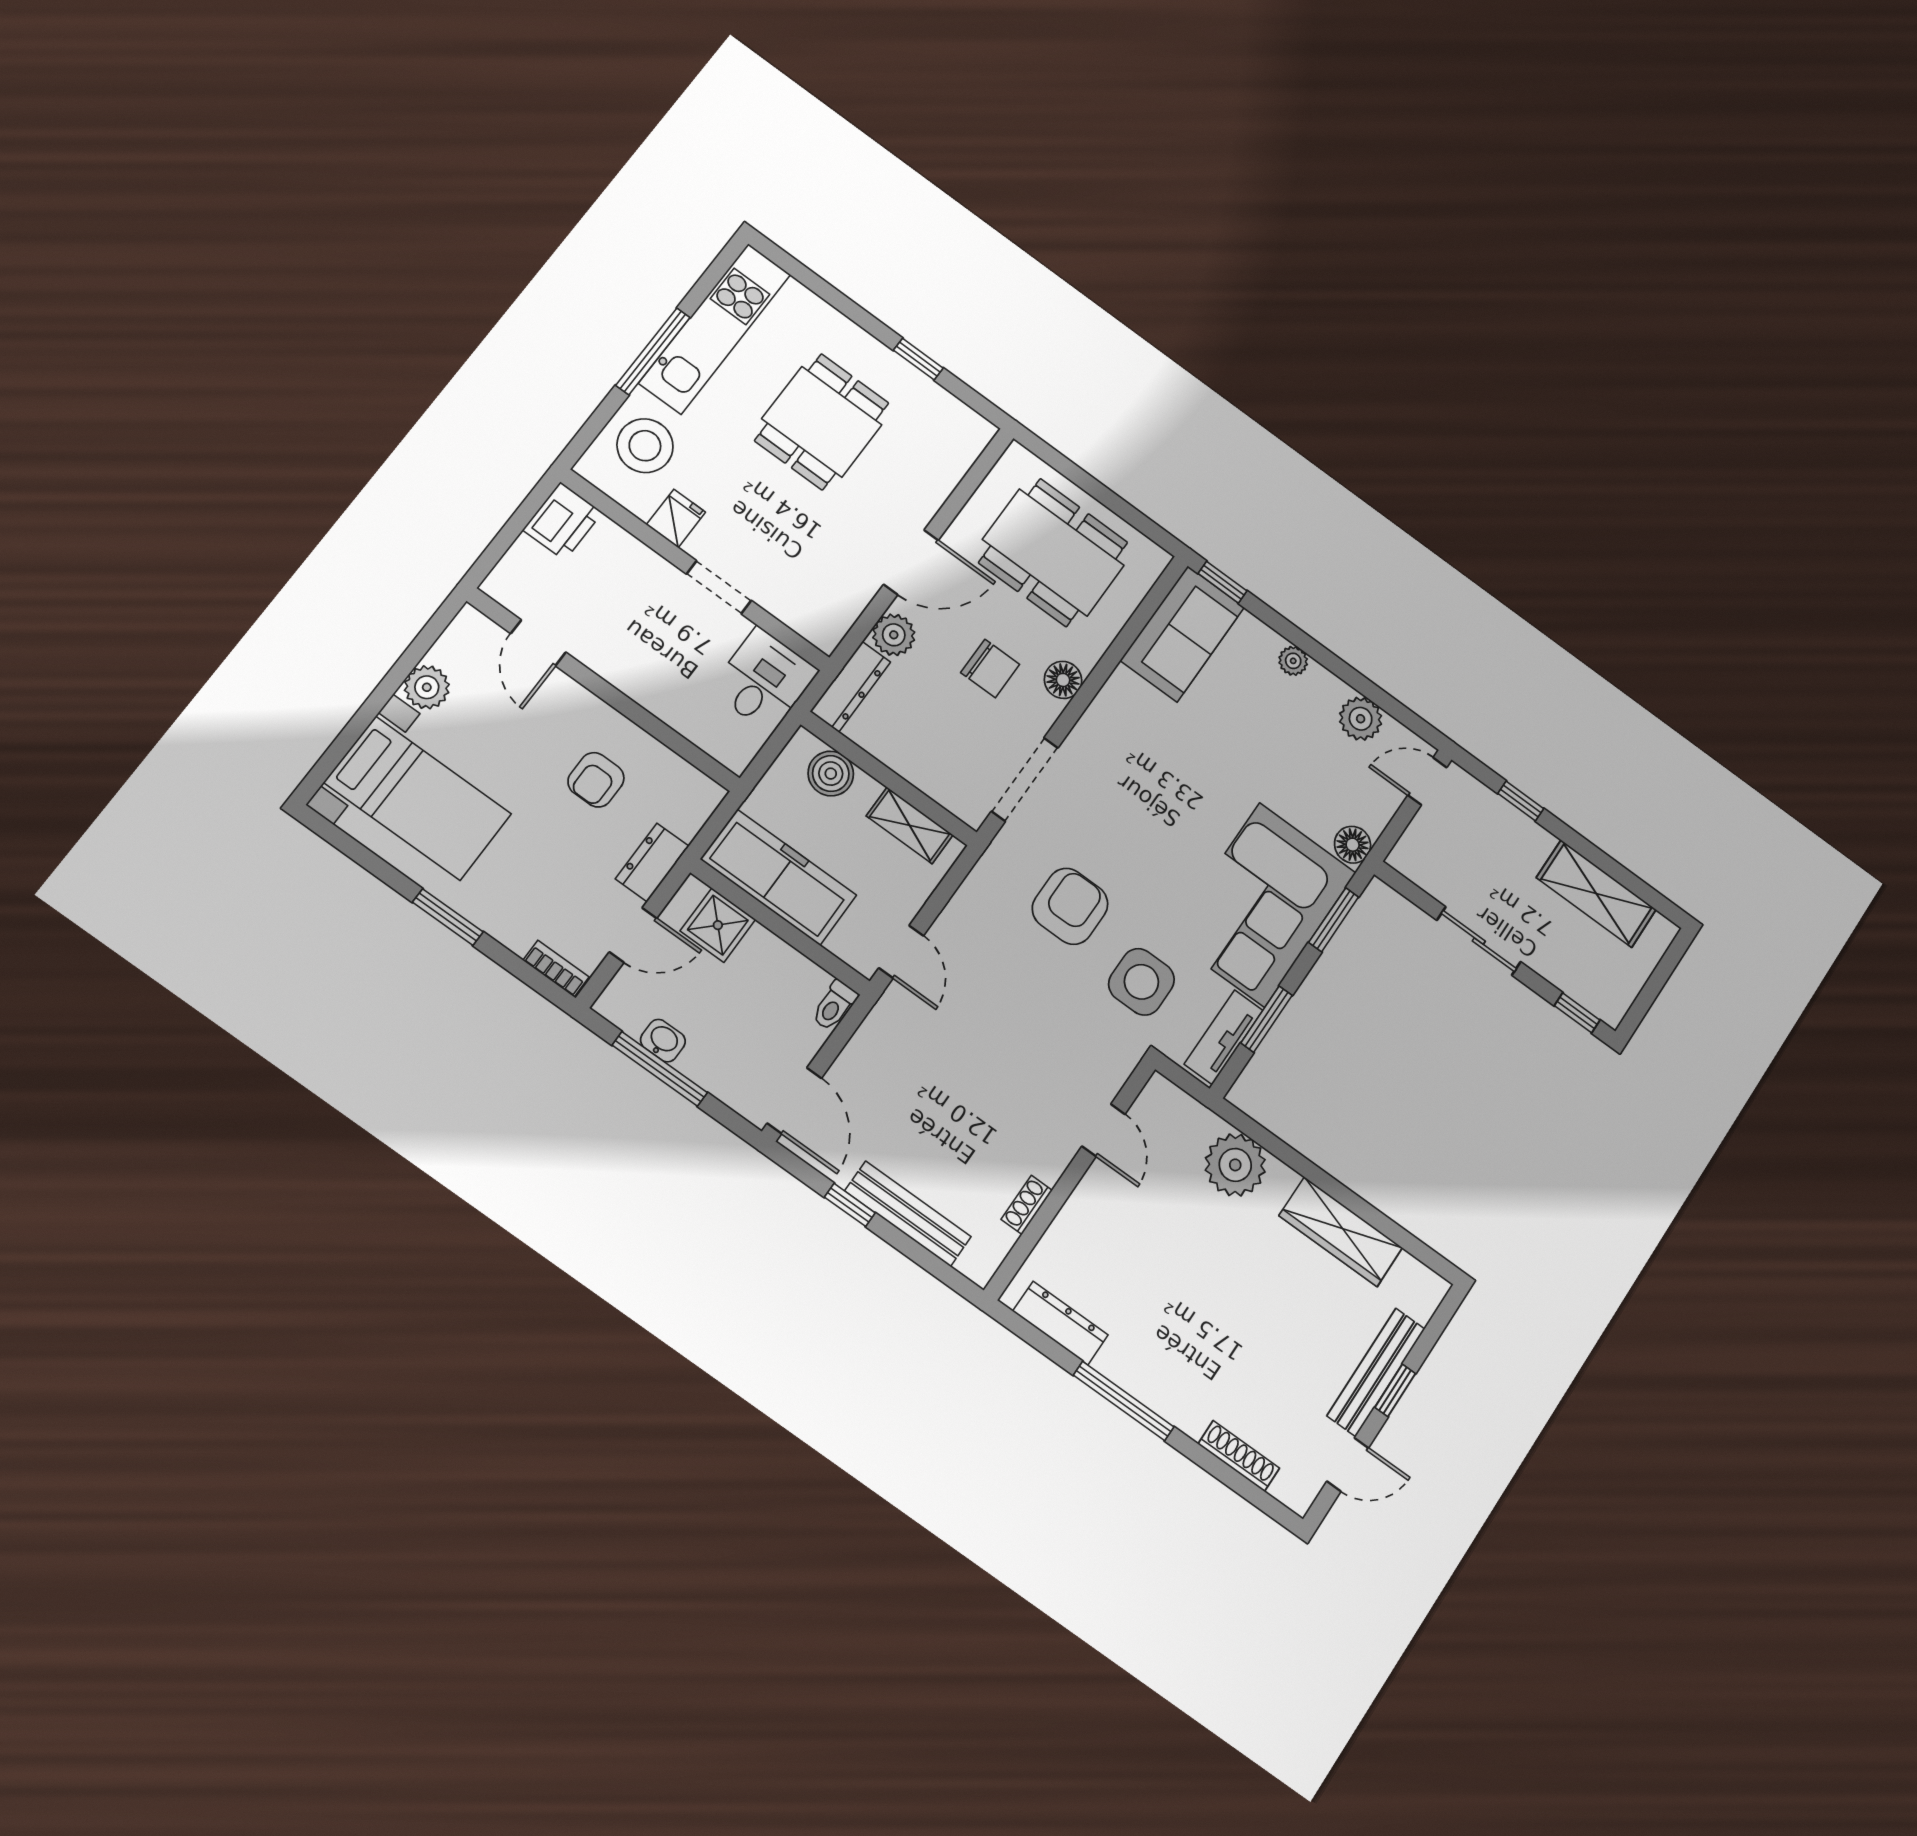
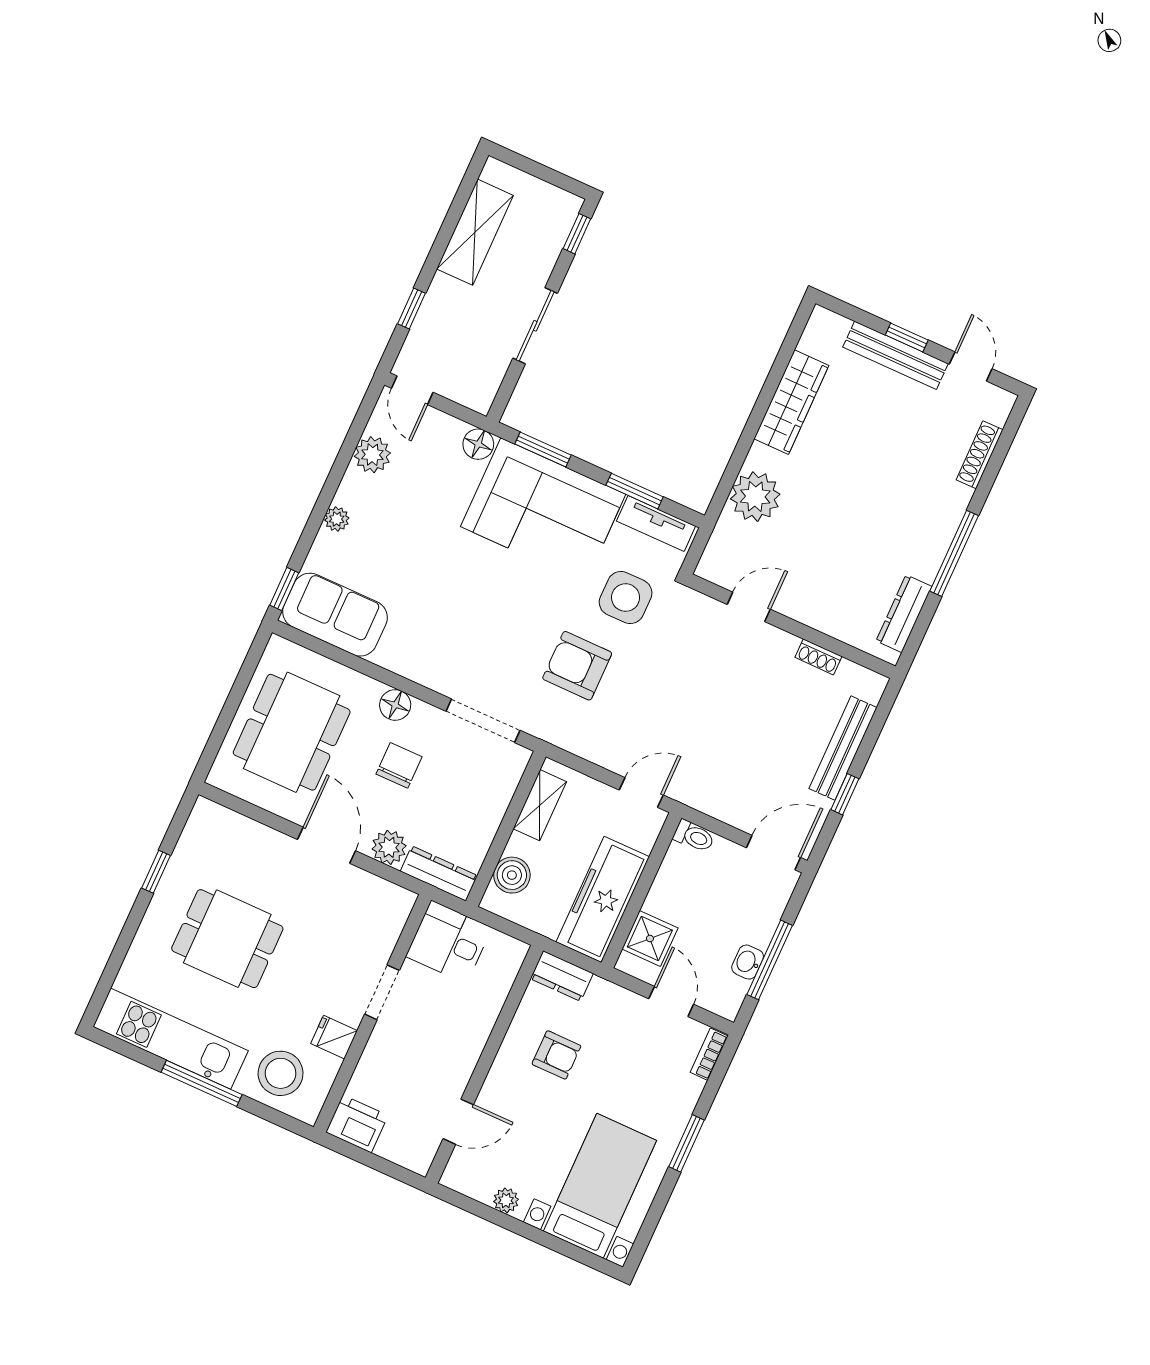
plant: (427, 687) -> (506, 1200), width x0.73, depth x0.73
dresser: (652, 862) -> (562, 976), moved

